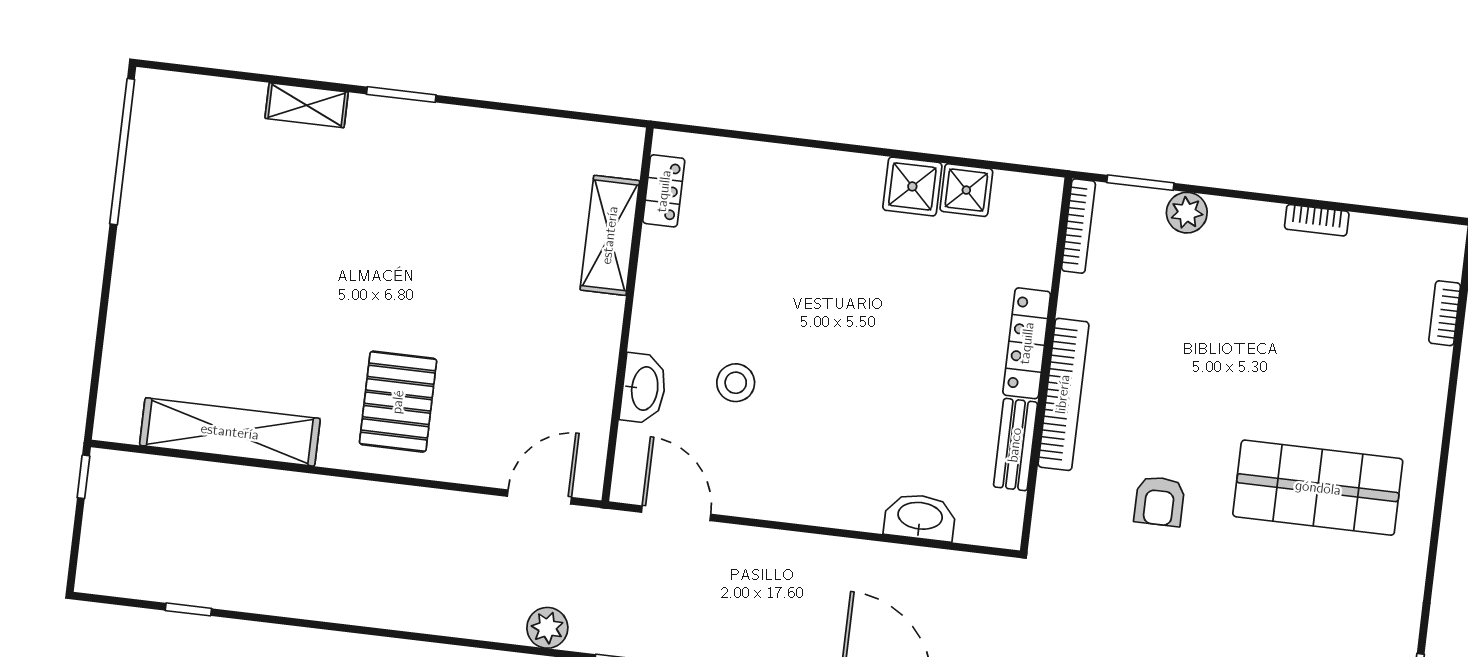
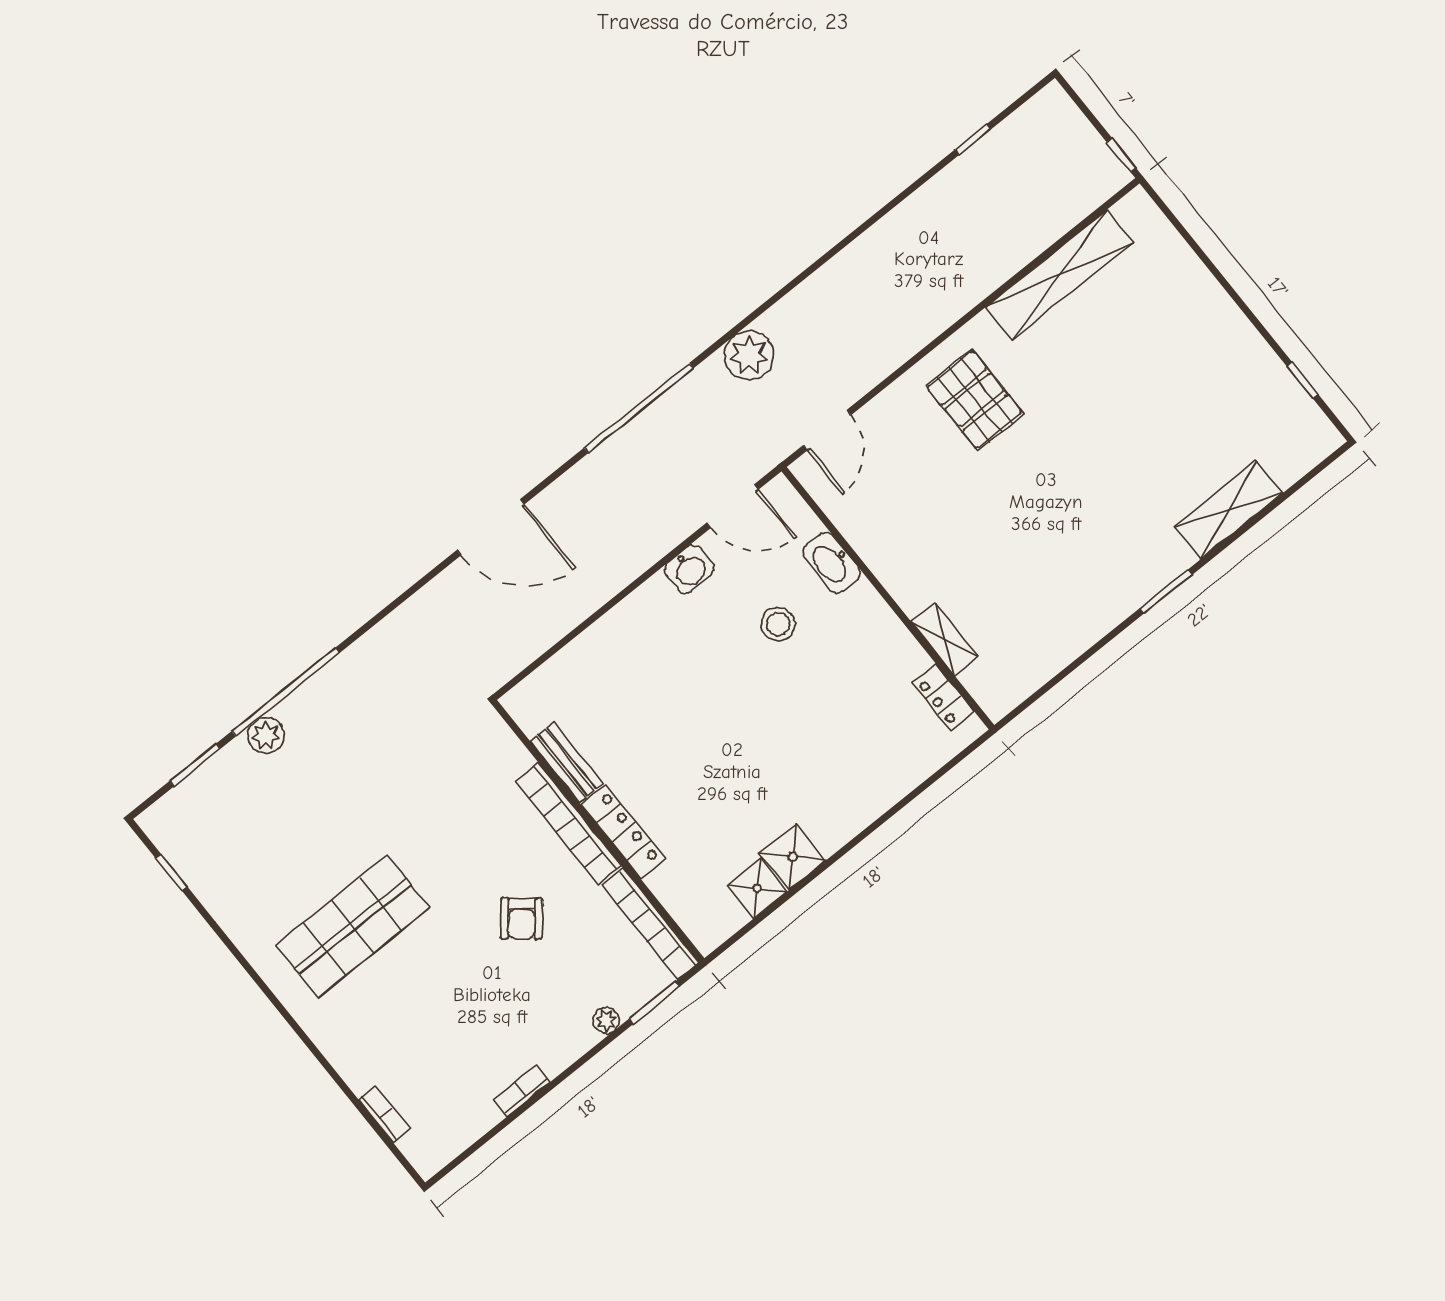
shelving: (307, 105) -> (1228, 510), width x1.50, depth x1.33
window: (122, 152) -> (1302, 380), width x0.32
plant: (1187, 213) -> (606, 1020), width x0.73, depth x0.73
bookcase: (1078, 226) -> (650, 924), width x1.48, depth x1.31
shelving: (610, 235) -> (945, 639), width x0.67, depth x0.75
armchair: (1159, 501) -> (522, 918), moved, turned -140
washbasin: (920, 517) -> (689, 569), moved, width x0.72
plant: (547, 628) -> (749, 355), width x1.36, depth x1.36

